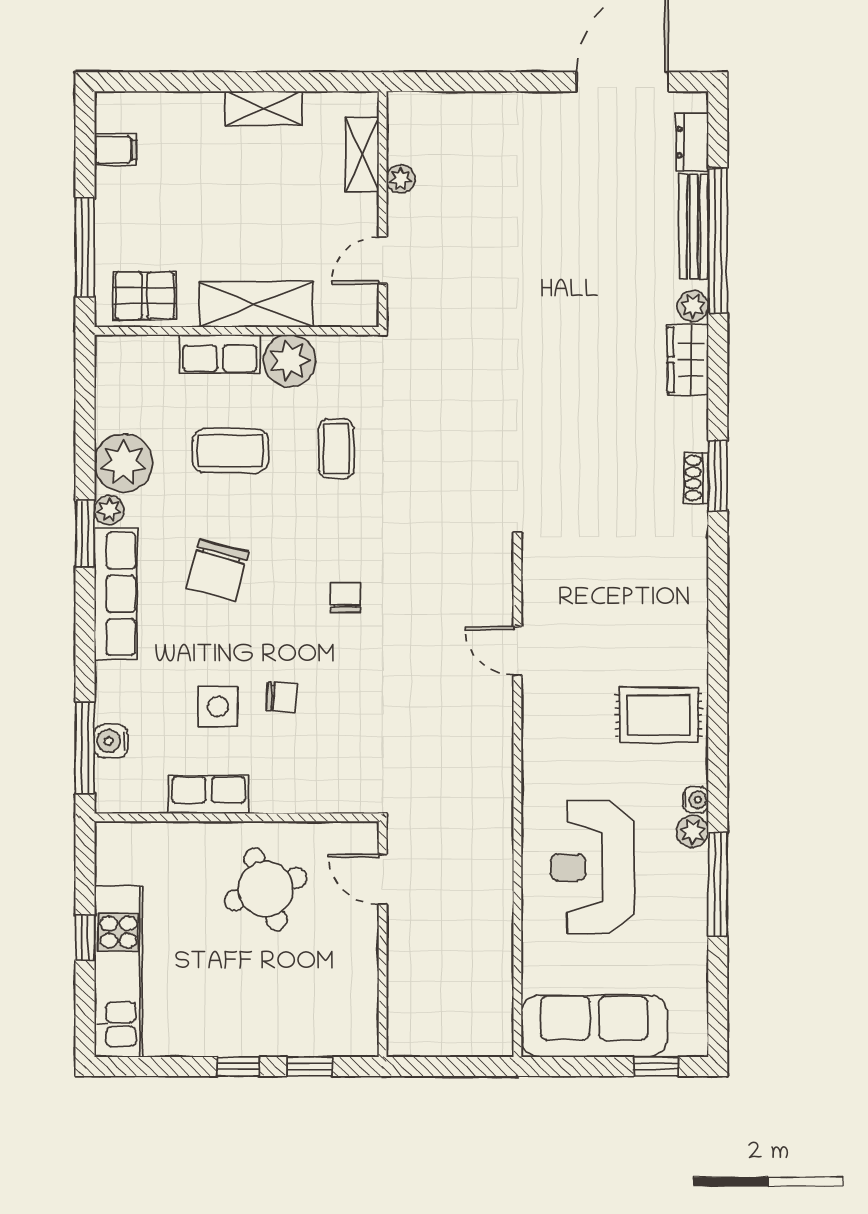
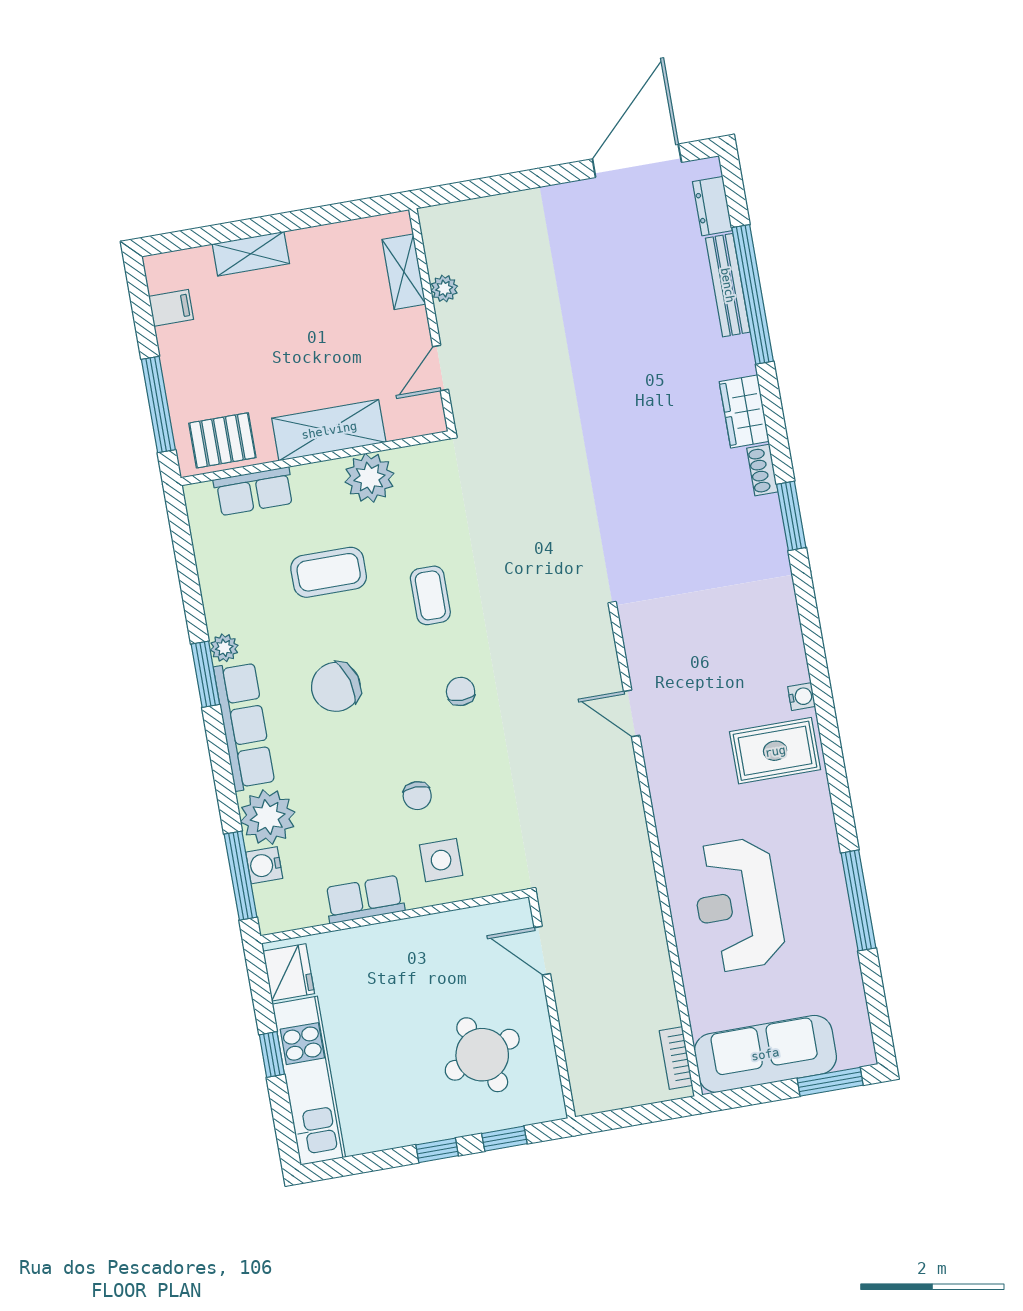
shelving: (264, 108) -> (251, 254), moved
plant: (693, 306) -> (740, 360), removed
row of seats: (220, 354) -> (254, 491), moved
coffee table: (336, 449) -> (430, 595), moved
plant: (123, 463) -> (268, 817), moved
shoe rack: (696, 478) -> (762, 470), moved
chair: (217, 570) -> (336, 687), turned 59
chair: (282, 697) -> (417, 796), turned 86
side table: (218, 707) -> (441, 860), moved
water cooler: (696, 800) -> (801, 697), moved
plant: (692, 831) -> (826, 855), removed
fridge: (117, 856) -> (289, 972), added
round table: (266, 889) -> (482, 1055), moved
bookcase: (501, 1014) -> (676, 1058), added
window: (656, 1066) -> (830, 1082), width x1.50

